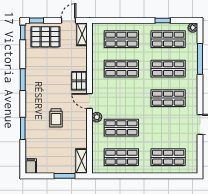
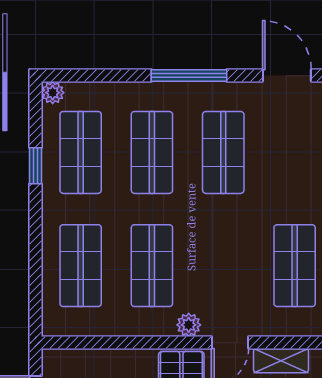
shelving: (82, 34) -> (281, 361), moved
window: (200, 59) -> (189, 76), moved
plant: (97, 117) -> (189, 325), moved

